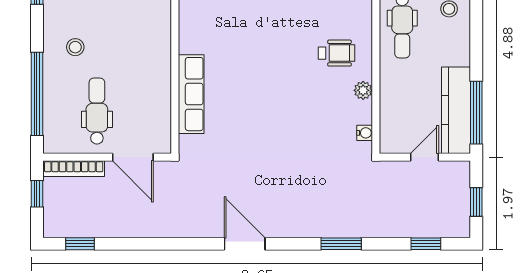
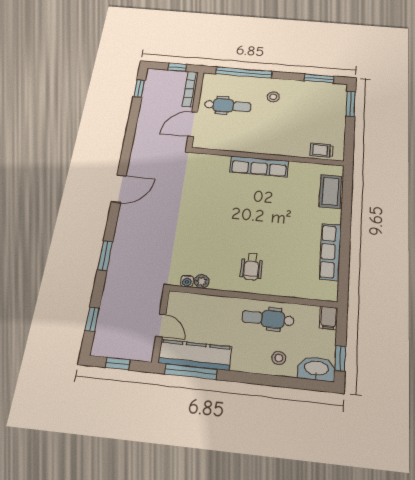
plant: (363, 90) -> (202, 281), moved
row of seats: (191, 94) -> (259, 167), moved

